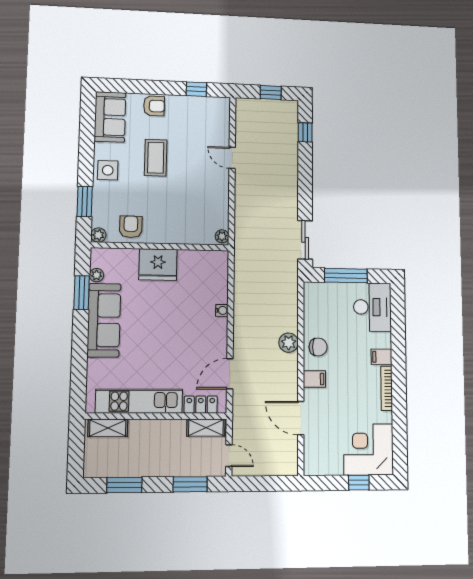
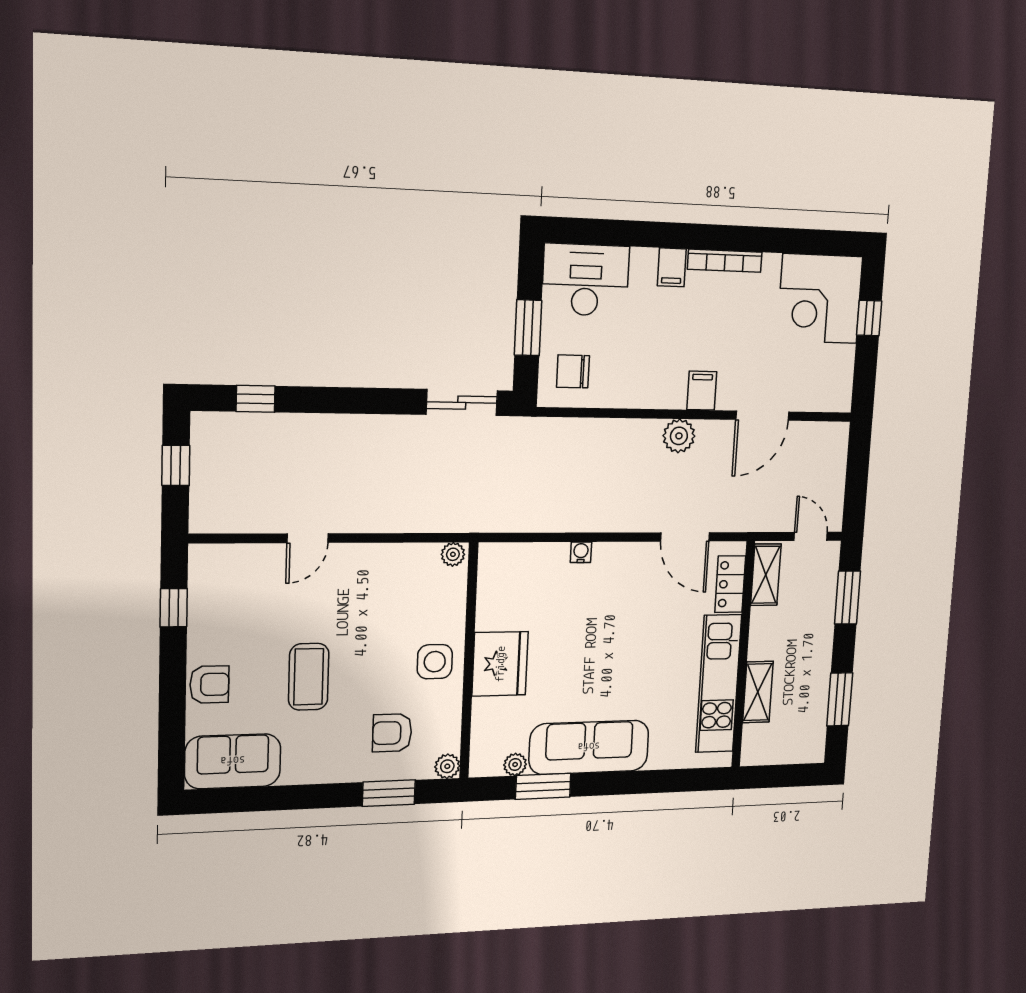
armchair: (154, 106) -> (209, 684), turned 90
coffee table: (156, 158) -> (309, 677), turned 90
side table: (108, 170) -> (435, 662), moved
armchair: (131, 227) -> (392, 733), moved
window: (346, 276) -> (528, 328), width x0.69
plant: (289, 343) -> (679, 436), moved
chair: (318, 347) -> (573, 371), moved, turned -90
shelving: (108, 428) -> (758, 692), moved
door: (229, 456) -> (811, 536), hinge flipped

